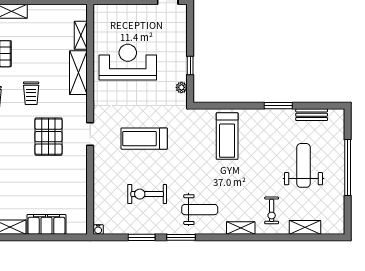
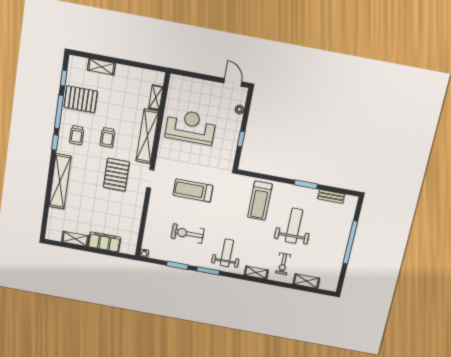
shelving: (78, 73) -> (147, 136), width x1.47
plant: (181, 87) -> (239, 109), moved
weight bench: (304, 165) -> (294, 226), moved
weight bench: (200, 210) -> (227, 253), turned -90

